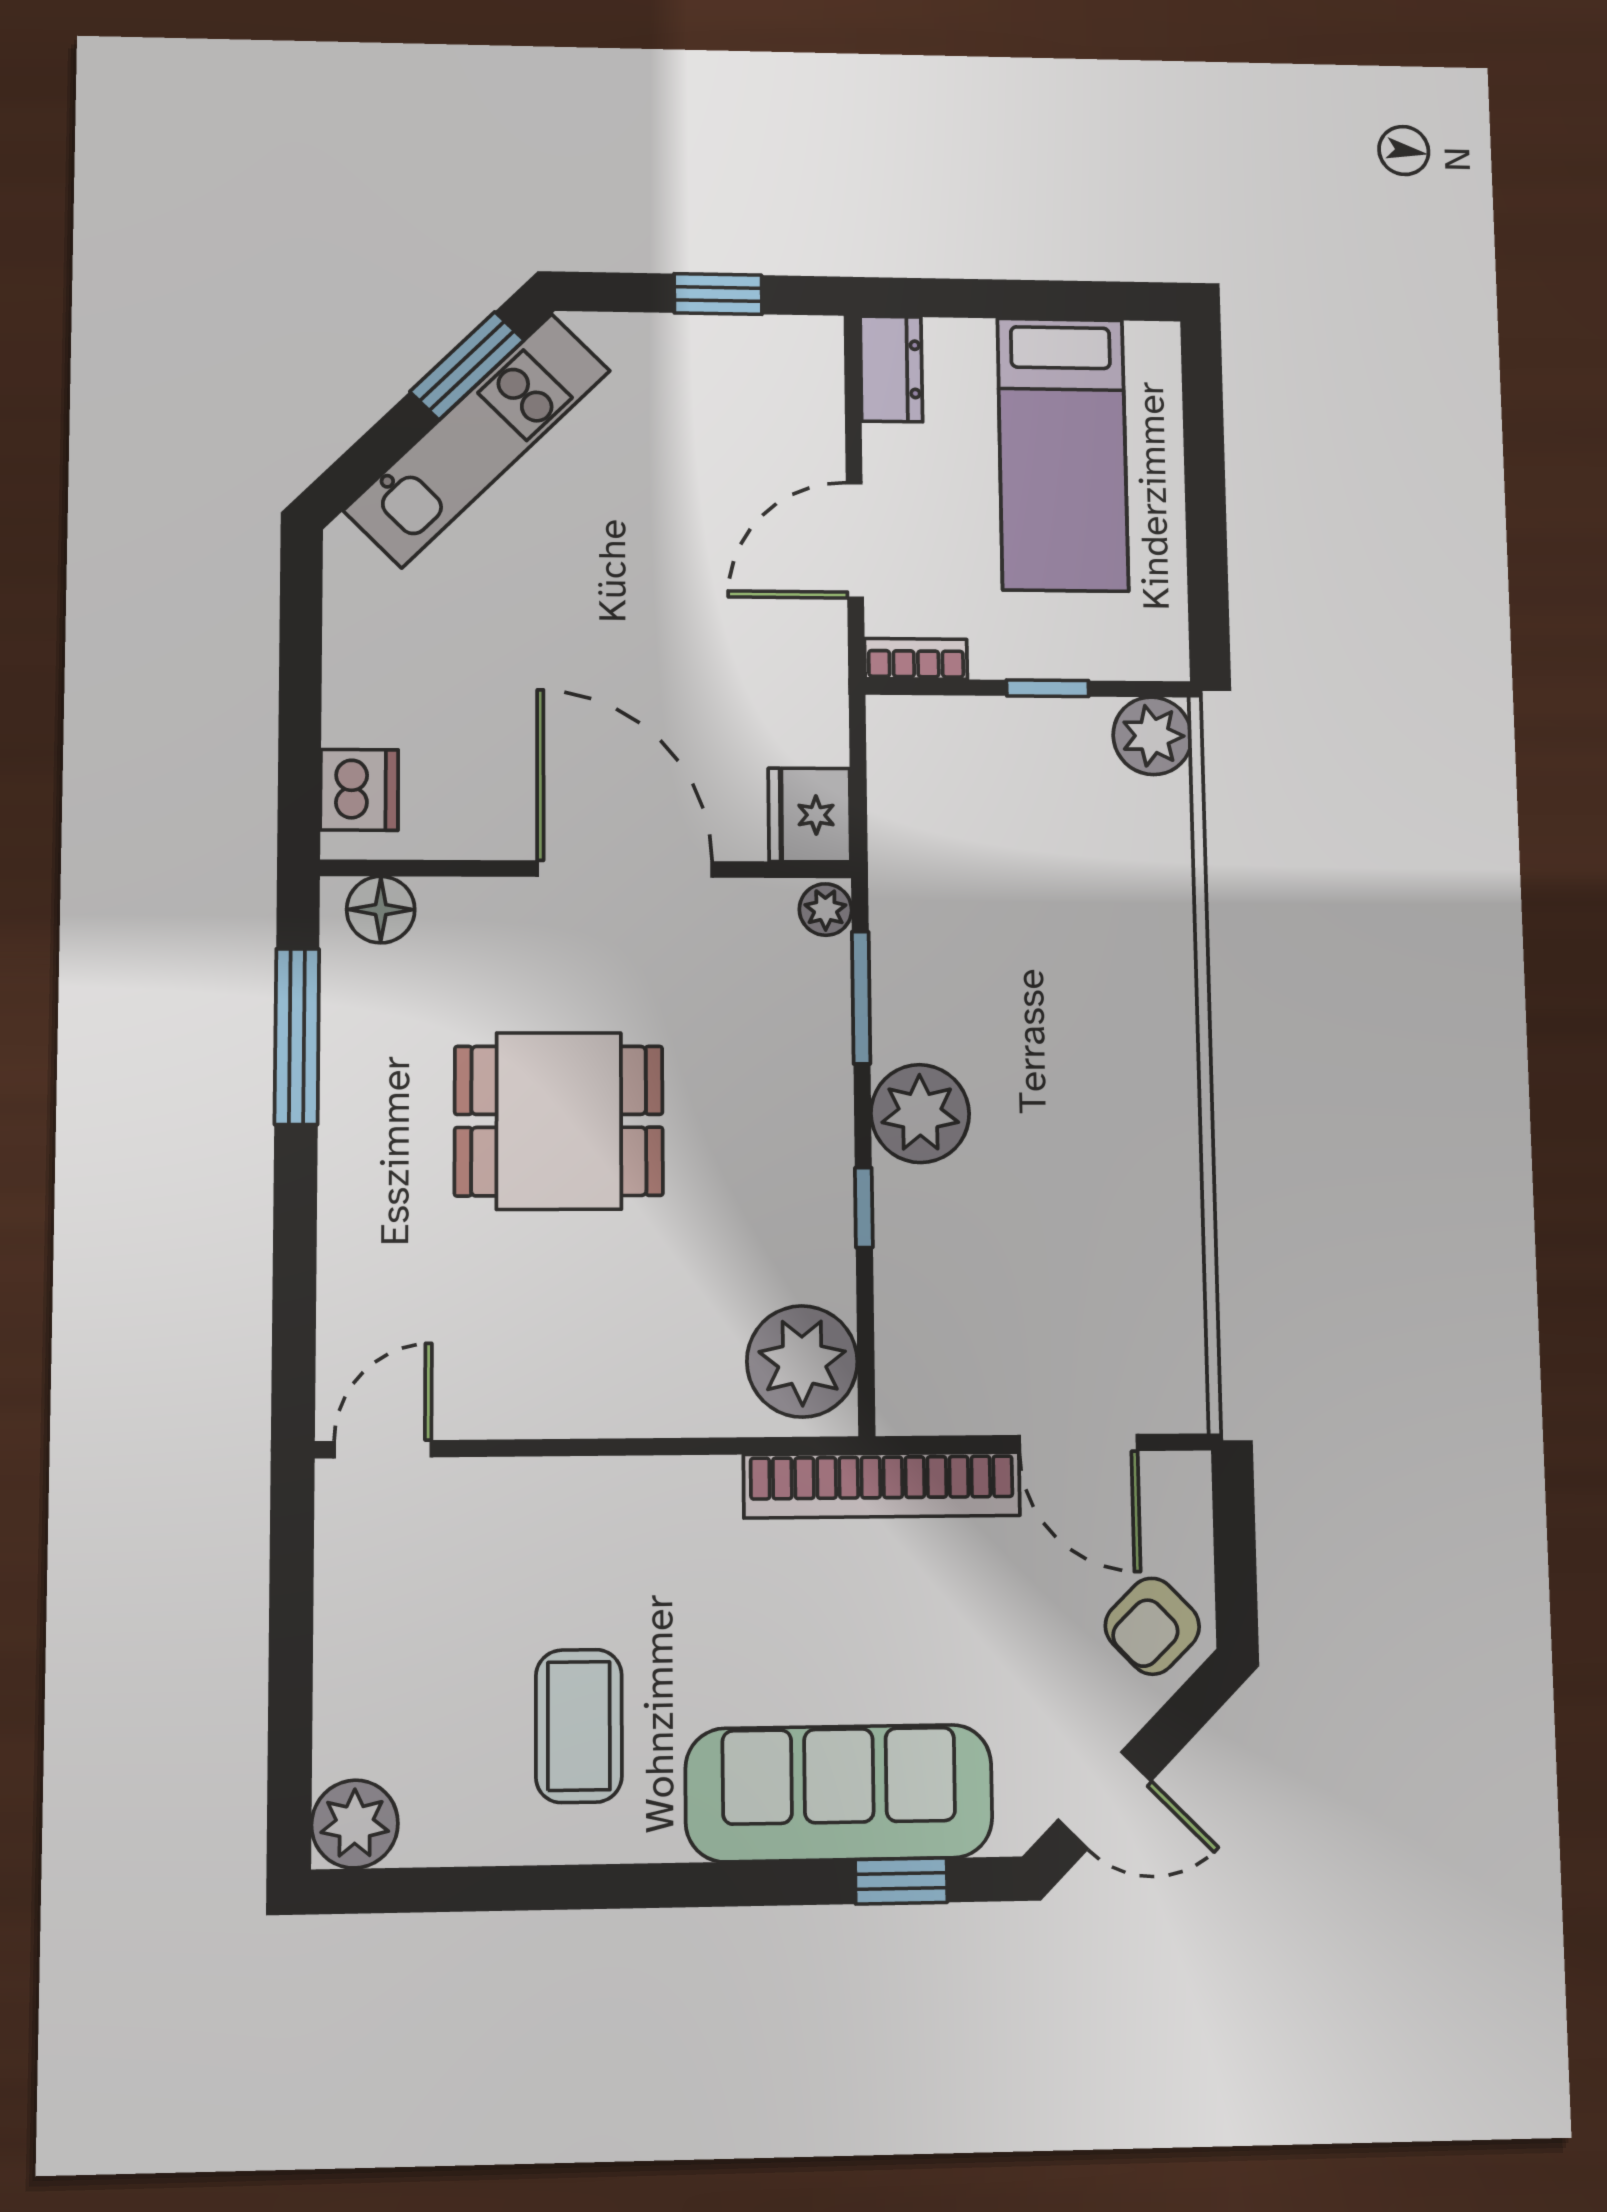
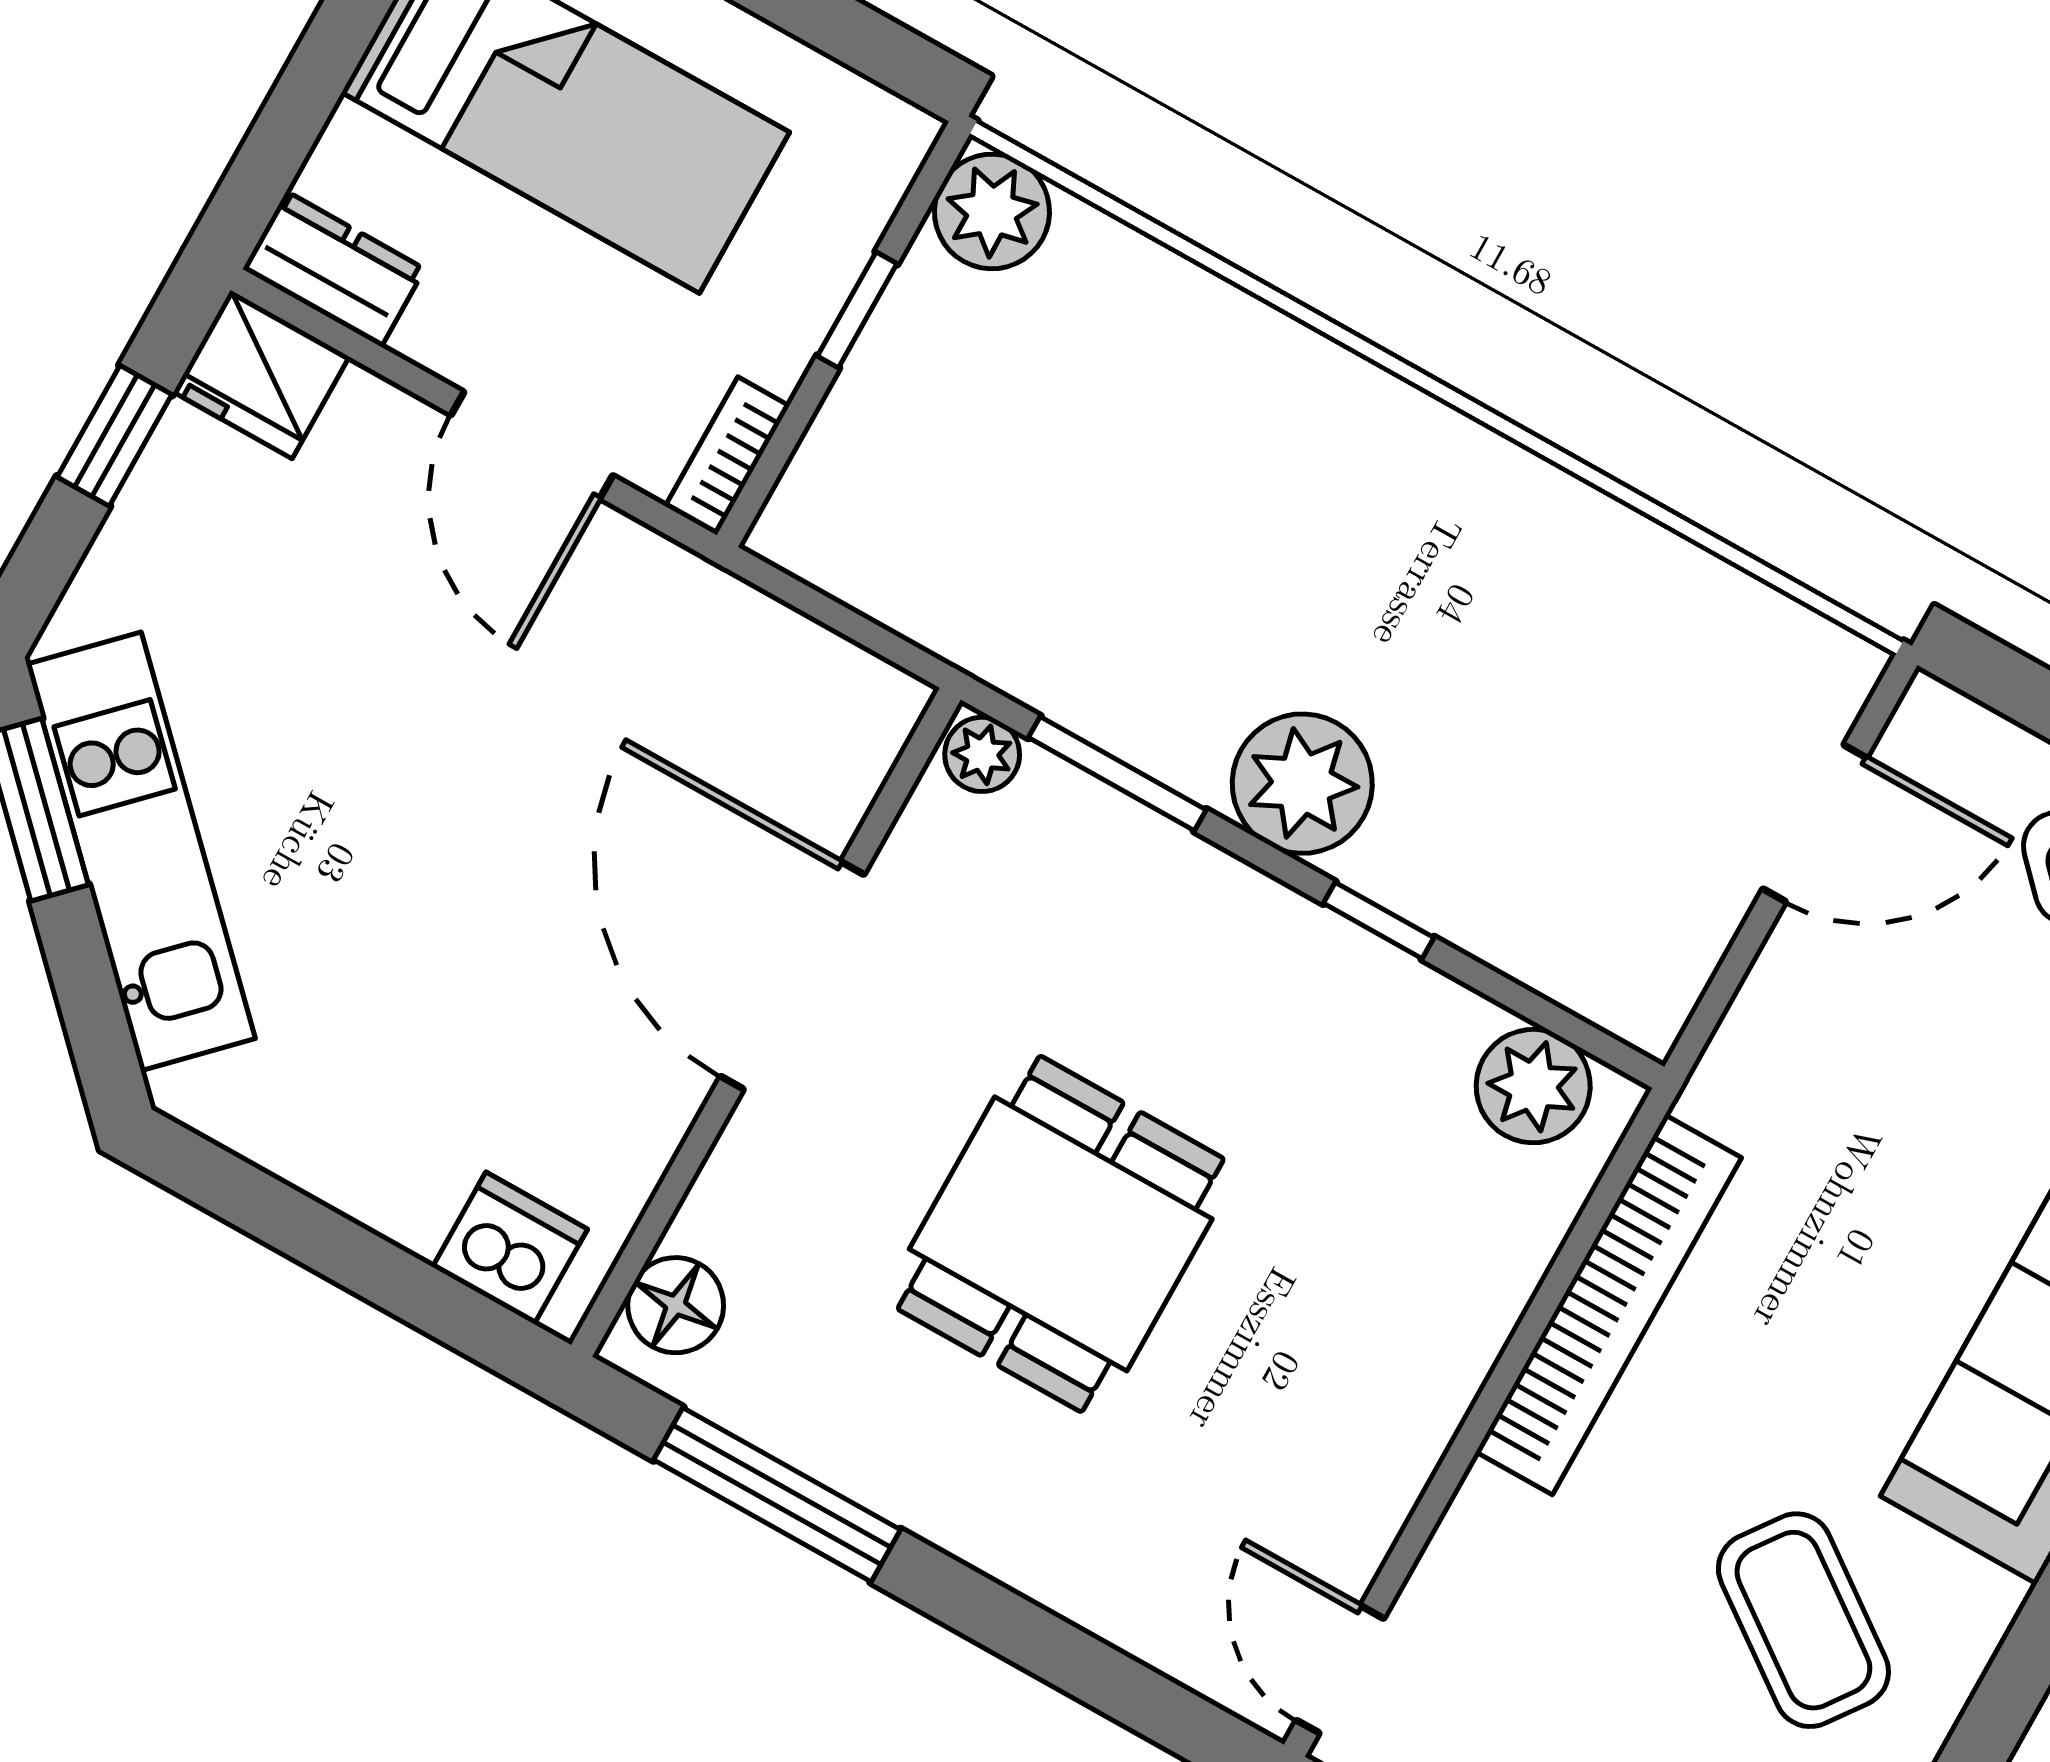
fridge: (810, 815) -> (261, 374), moved
door: (625, 869) -> (792, 975), hinge flipped
plant: (802, 1361) -> (1533, 1086), width x0.73, depth x0.73
bookcase: (882, 1485) -> (1609, 1305), moved
coffee table: (579, 1726) -> (1803, 1620), turned 36

